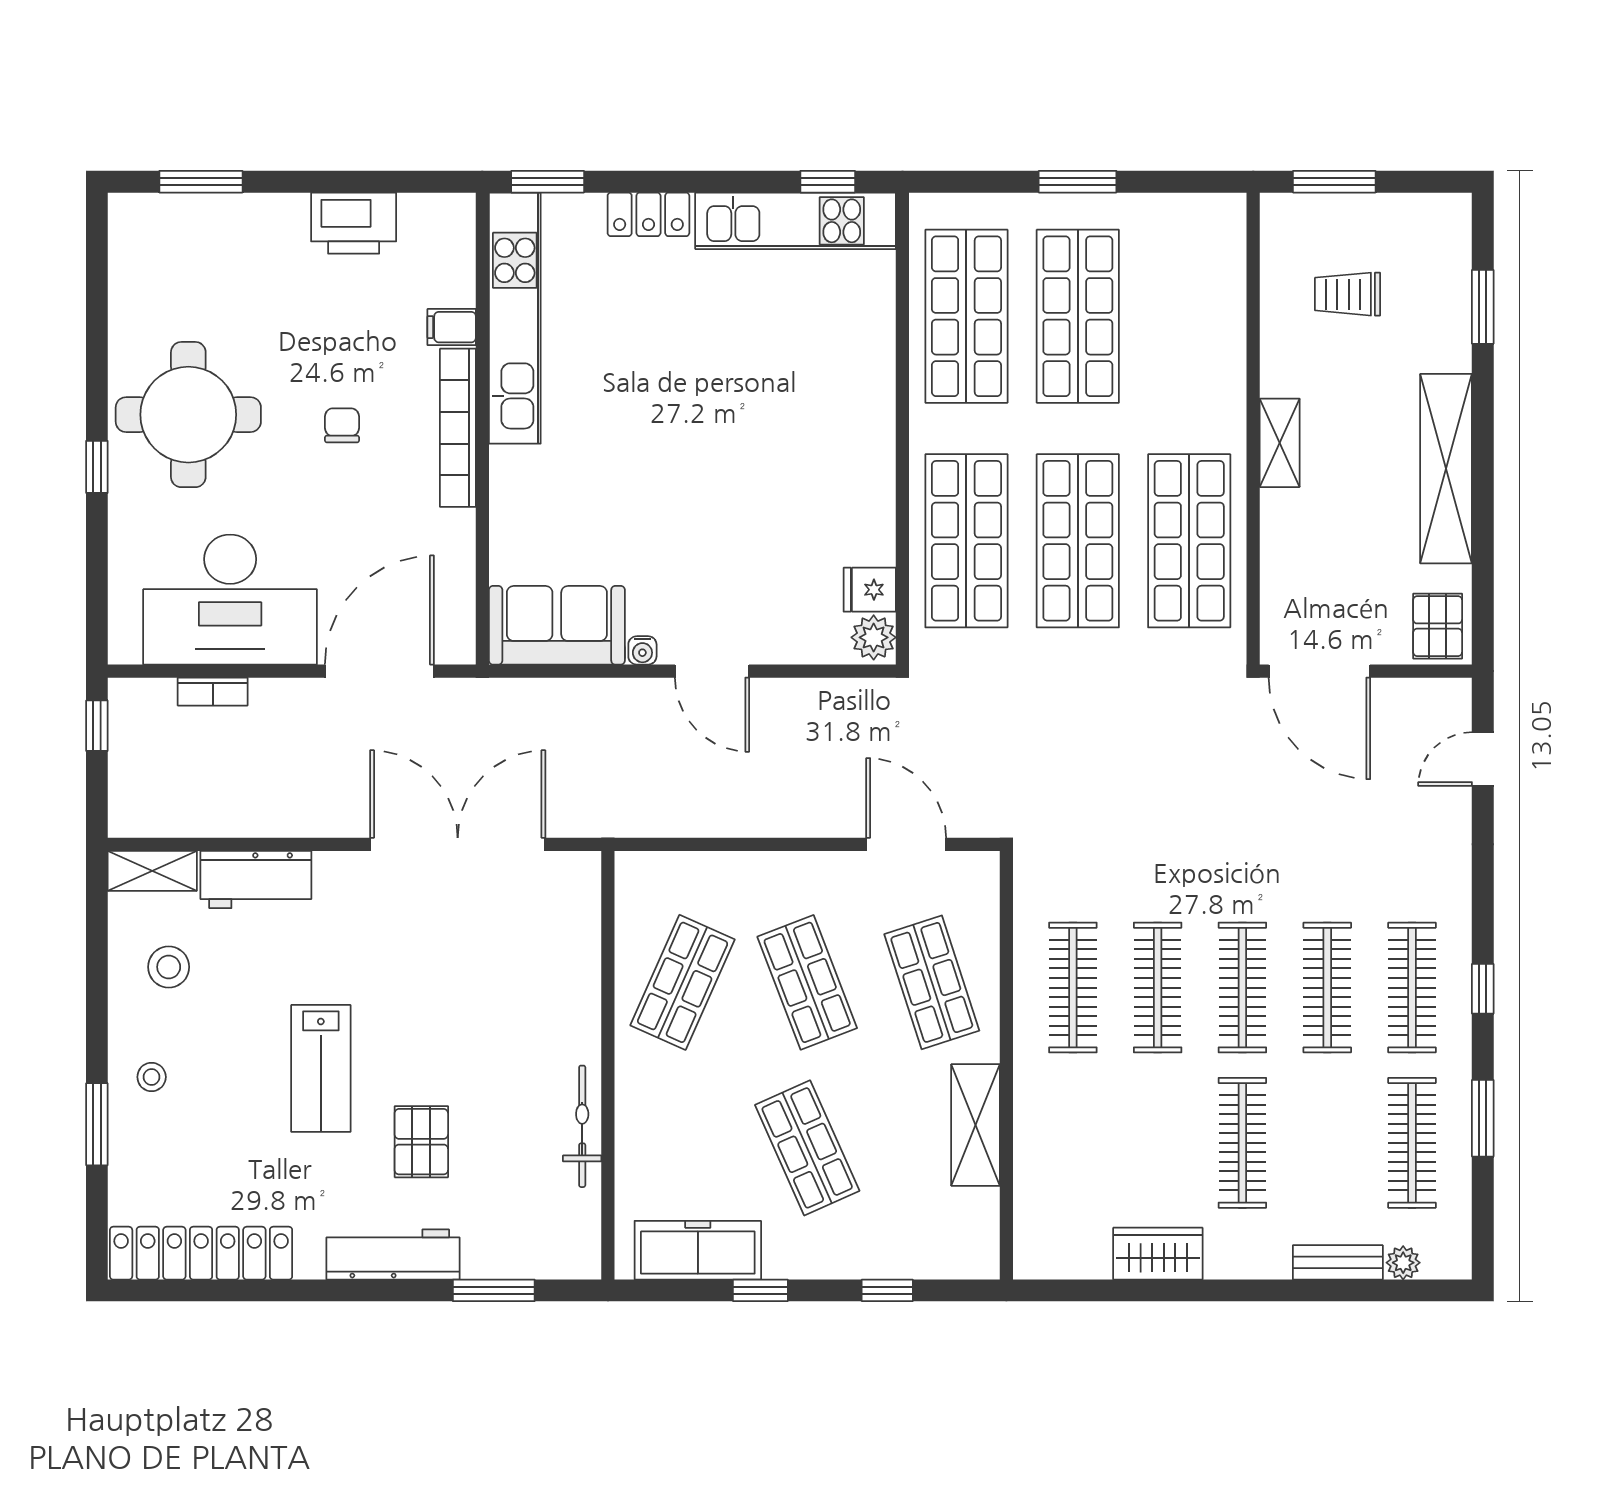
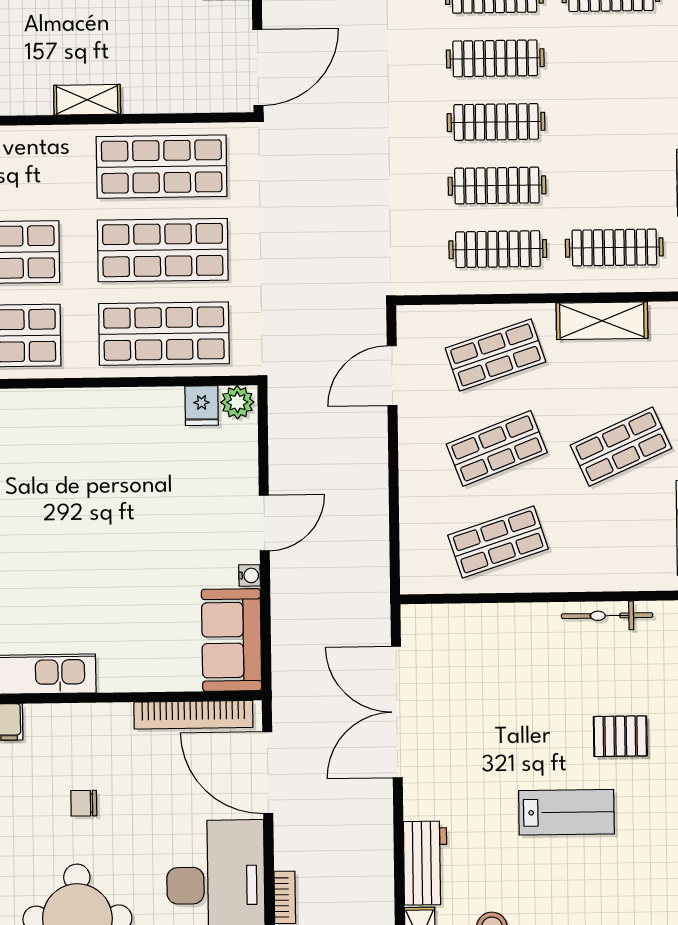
bookcase: (458, 428) -> (193, 715), moved
shop shelf: (683, 982) -> (498, 542), turned -42
clothes rail: (1242, 1143) -> (614, 248), moved

